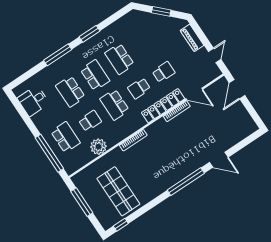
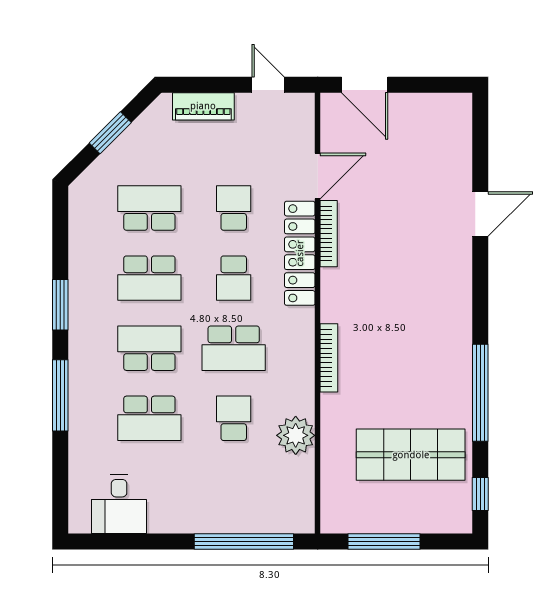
school desk: (65, 137) -> (149, 208), moved
window: (186, 182) -> (480, 393), moved

